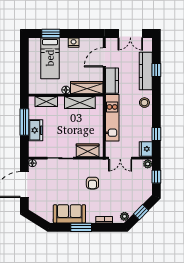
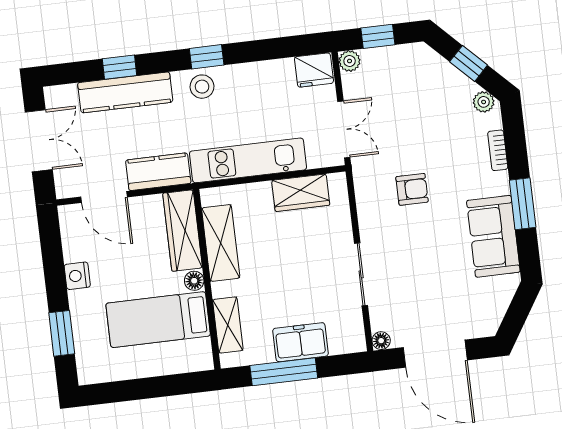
bed: (50, 58) -> (158, 320), moved, turned 180
window: (156, 134) -> (207, 57), moved
wardrobe: (88, 150) -> (301, 193), moved, turned -90

